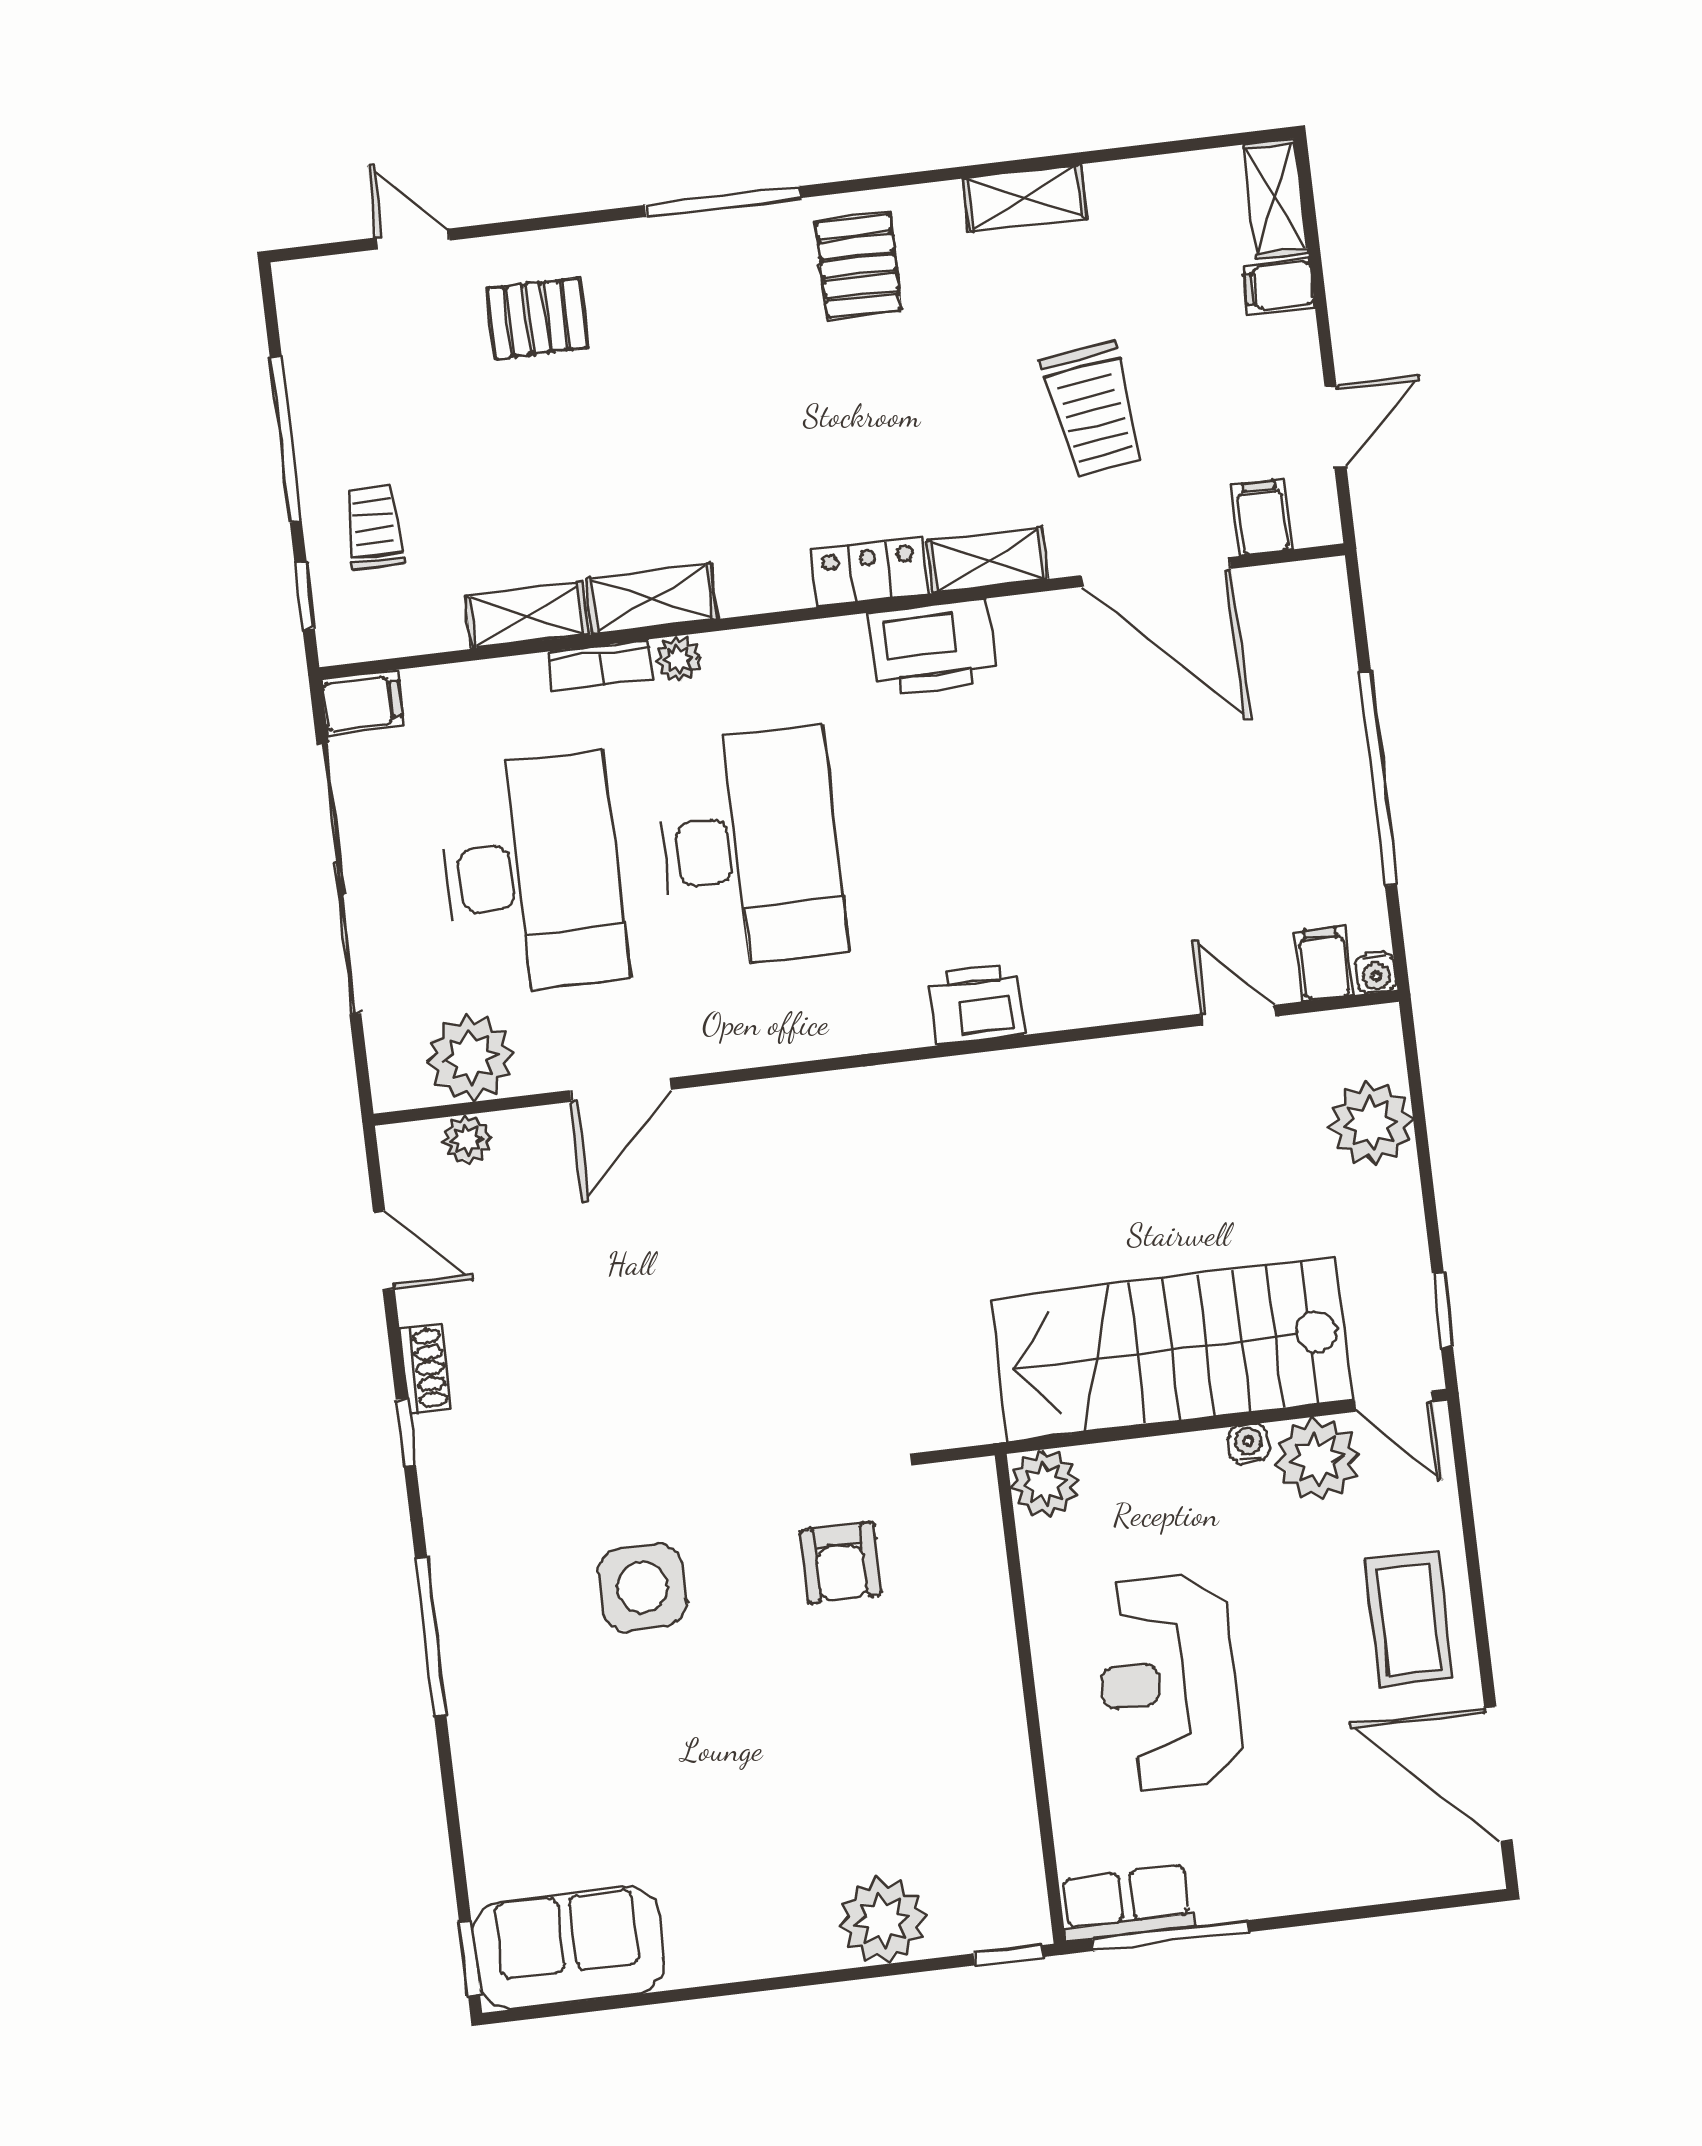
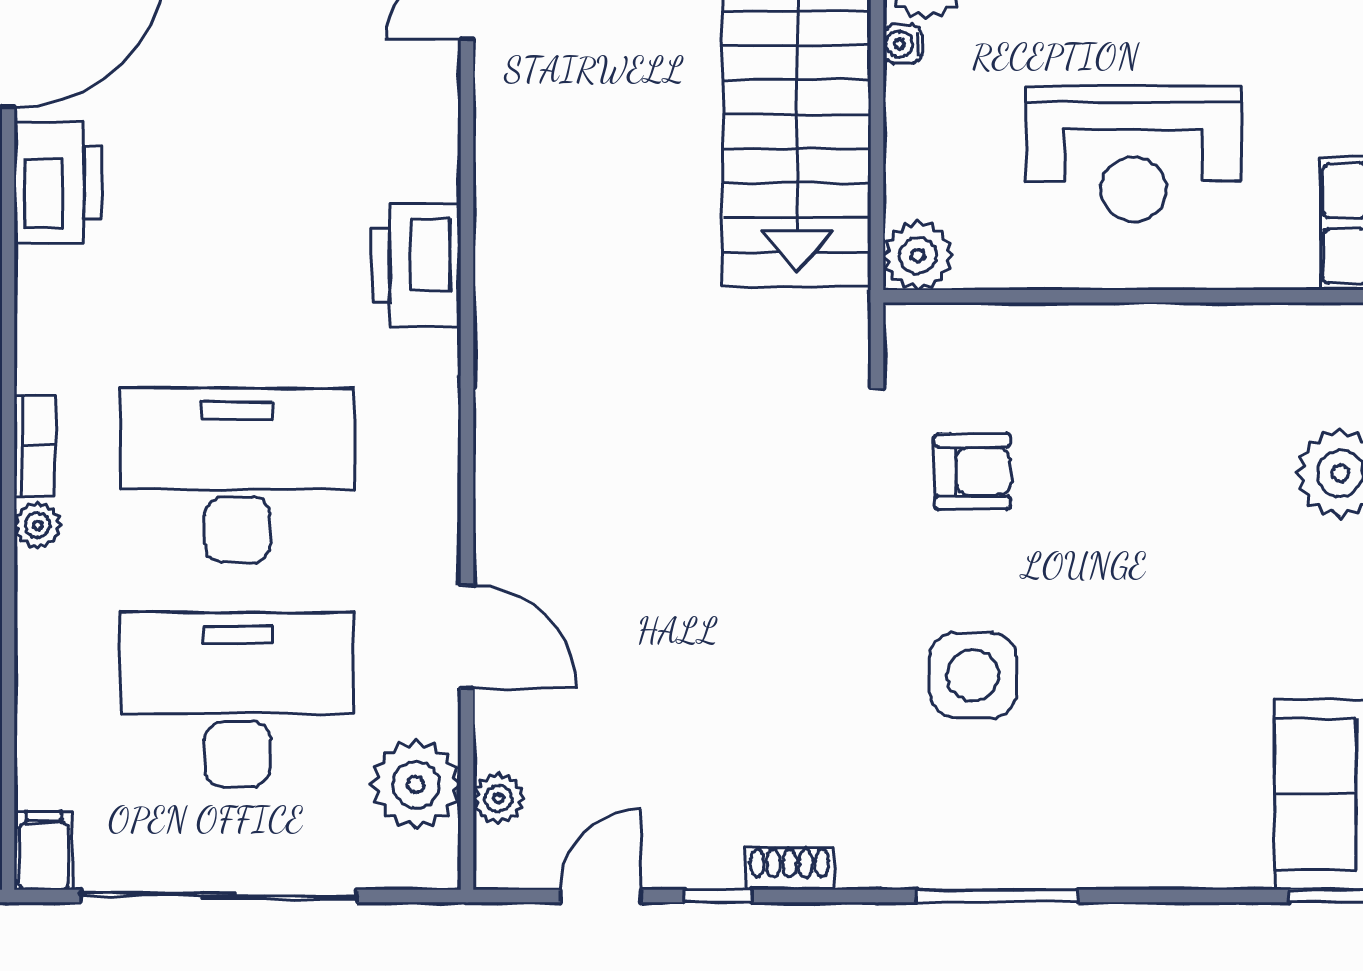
printer: (932, 648) -> (58, 183), moved
bookcase: (601, 665) -> (35, 446), moved
printer: (977, 1004) -> (416, 266), width x1.37, depth x1.19
shoe rack: (425, 1369) -> (790, 869), moved
window: (406, 1432) -> (718, 896), moved

